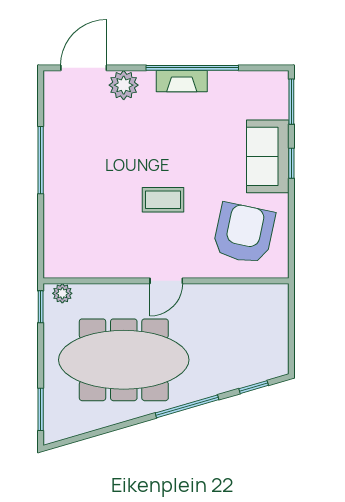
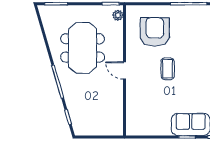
armchair: (244, 233) -> (155, 32), moved, turned -102
meeting table: (124, 360) -> (83, 48), width x0.73

